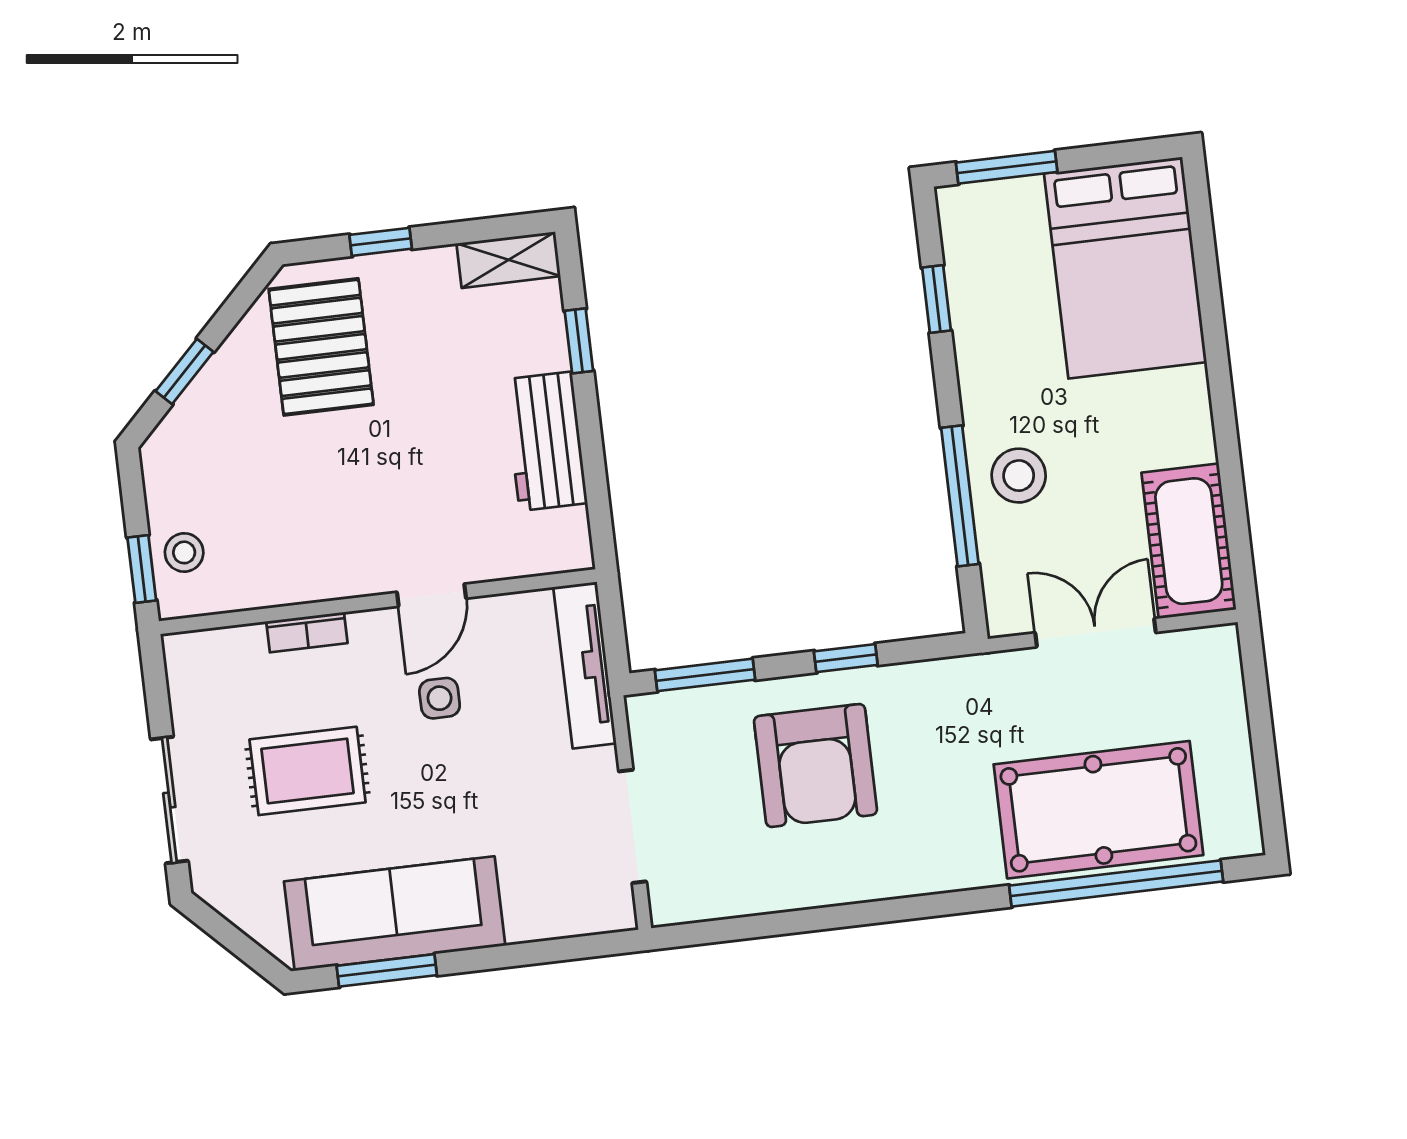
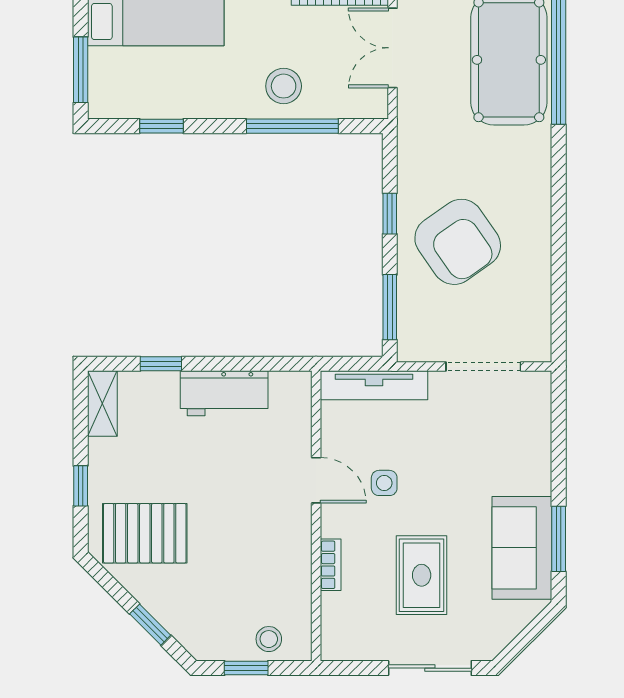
window: (142, 569) -> (246, 668), moved
armchair: (816, 765) -> (458, 242), turned 55
sofa: (395, 914) -> (522, 548), width x0.73

